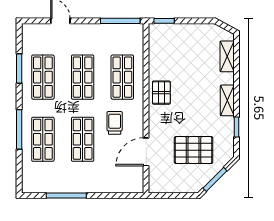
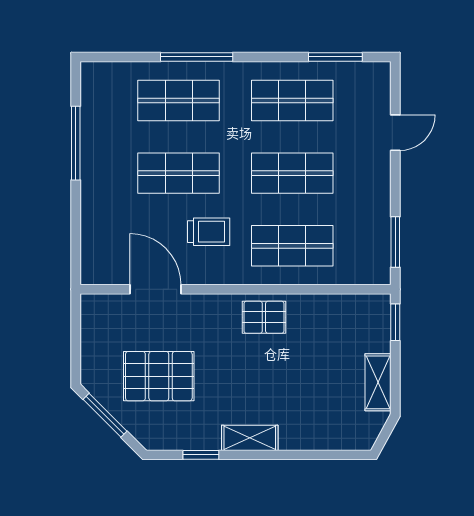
window: (120, 21) -> (395, 242), width x0.69
shelving: (227, 56) -> (378, 382), moved, turned 90
window: (19, 69) -> (335, 57), moved
pallet: (194, 150) -> (159, 376), turned 90

